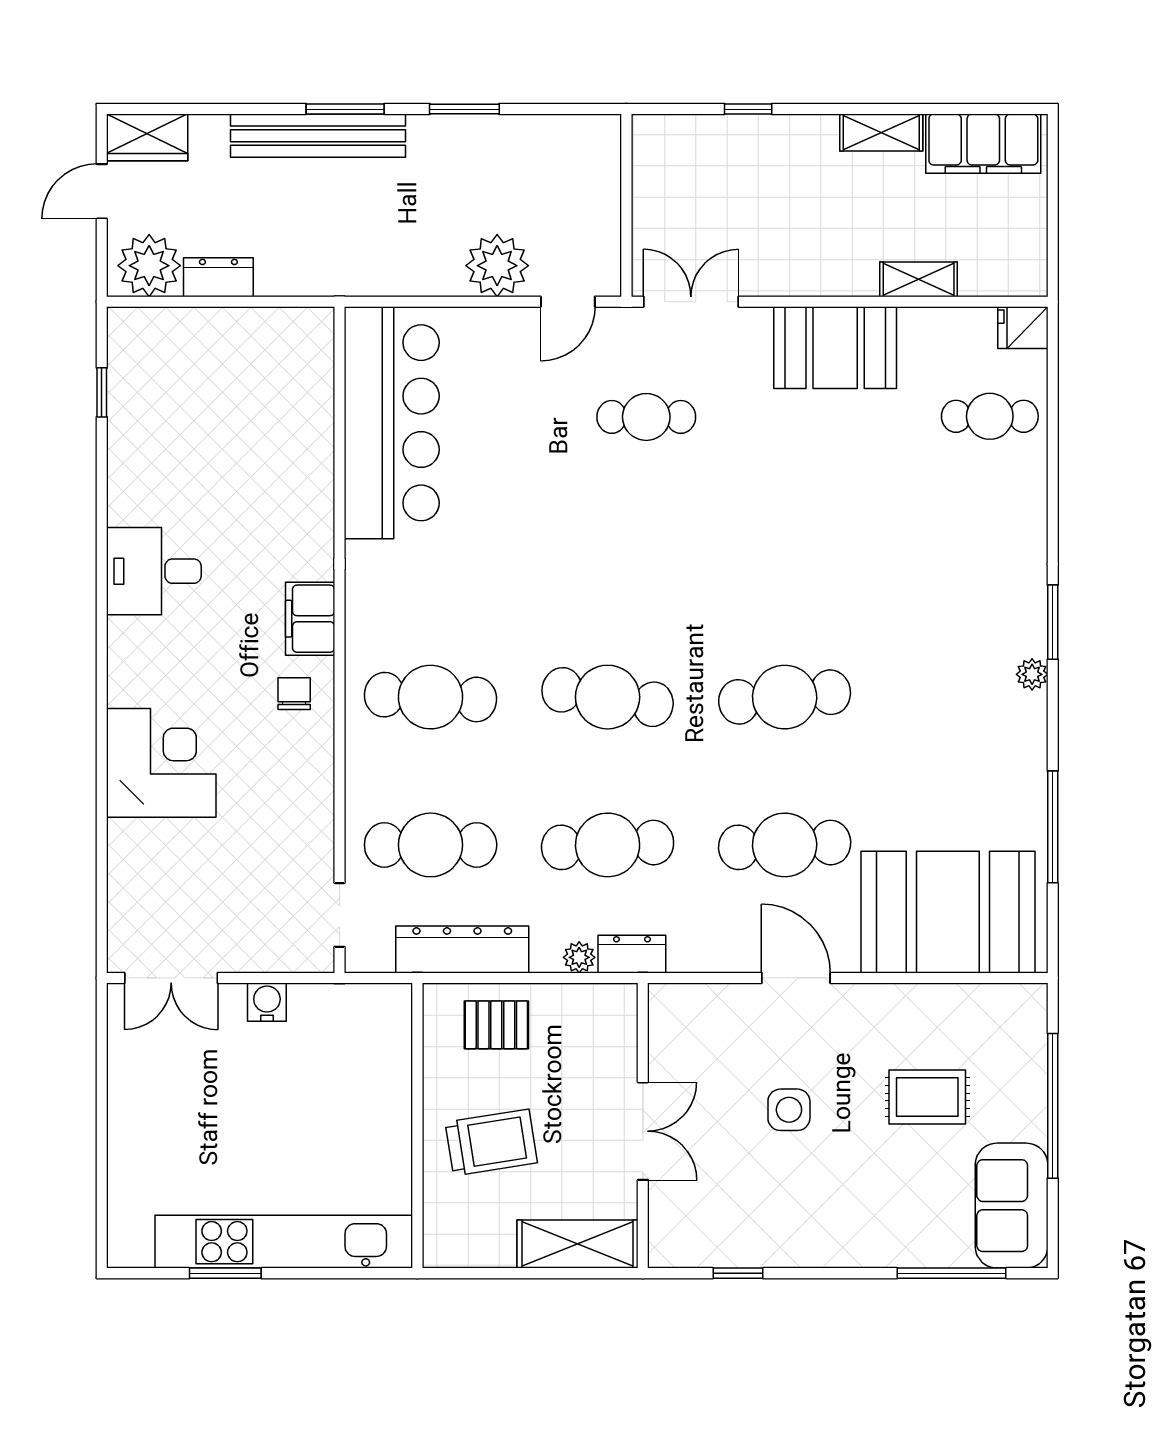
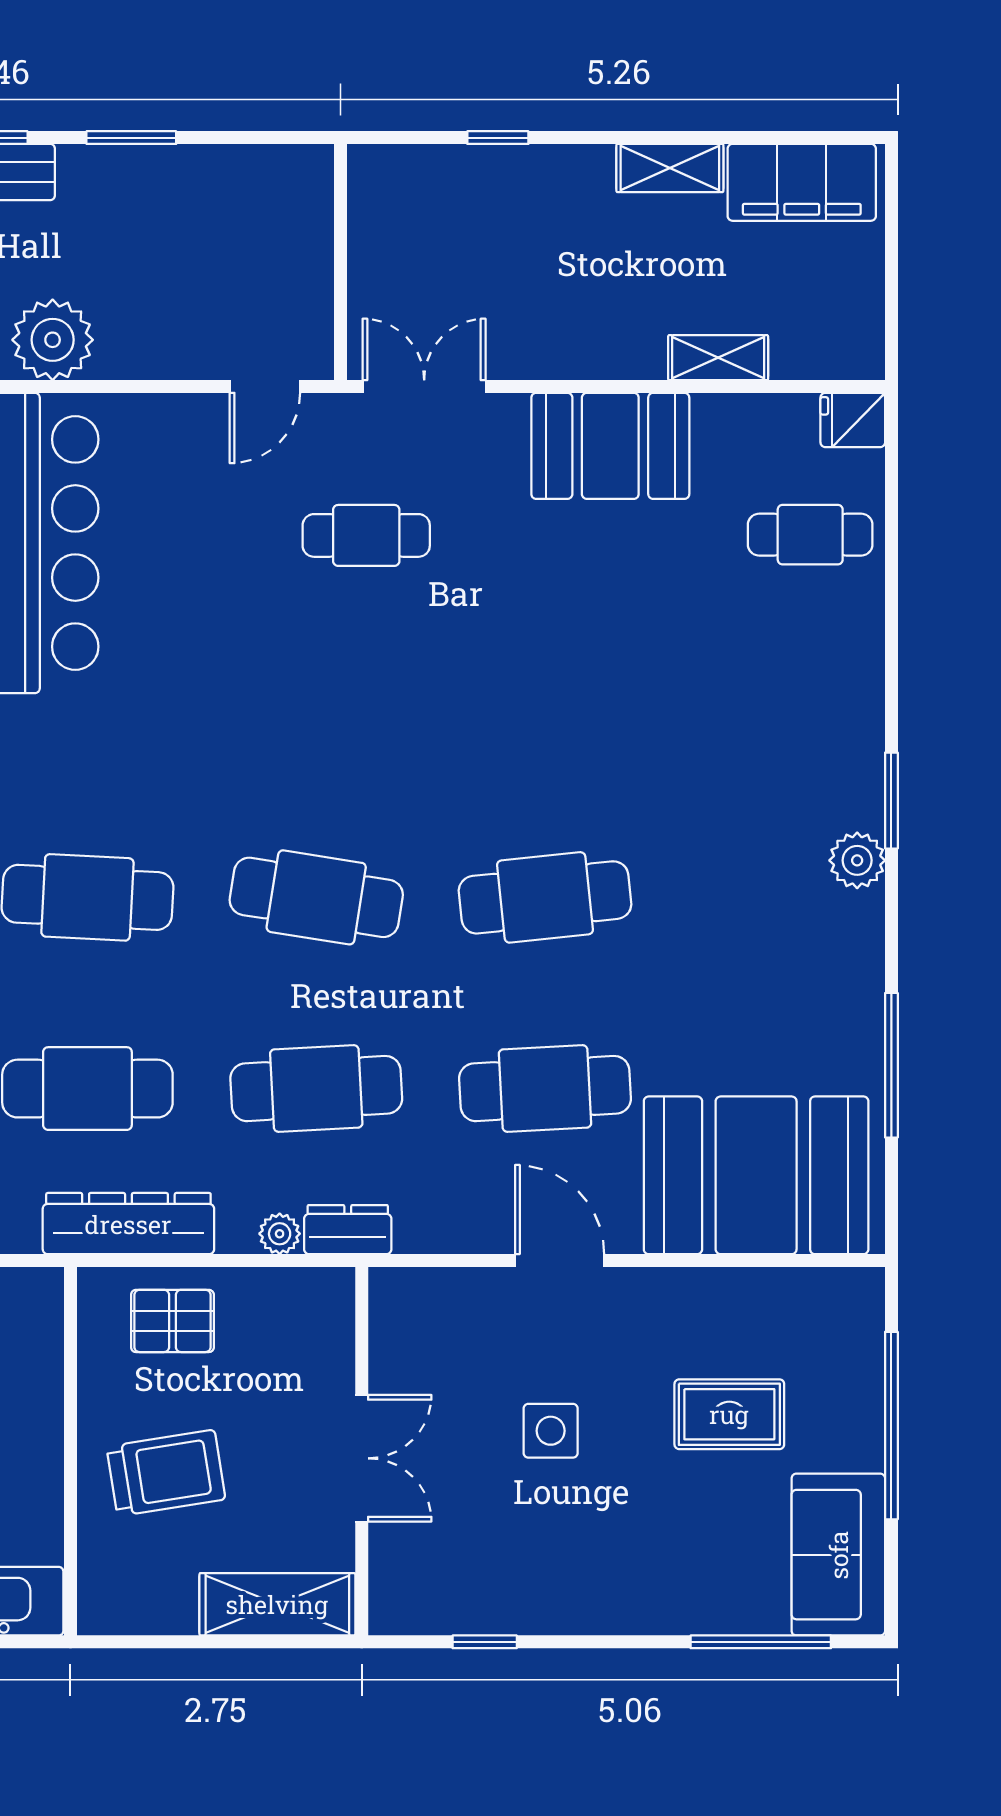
plant: (497, 266) -> (53, 340), moved
plant: (1032, 674) -> (857, 860), width x1.38, depth x1.38

